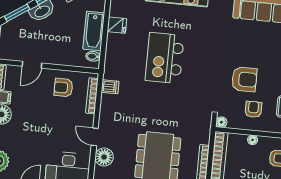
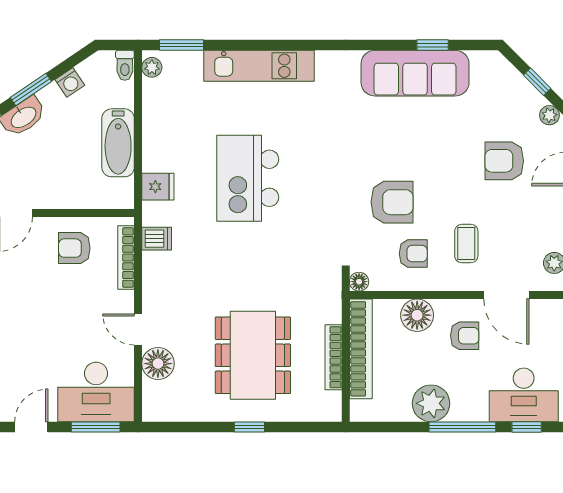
fridge: (117, 25) -> (158, 187), moved
bidet: (93, 56) -> (121, 188), removed
armchair: (253, 109) -> (413, 254), turned 90
floor lamp: (253, 140) -> (417, 315), width x1.89, depth x1.89

